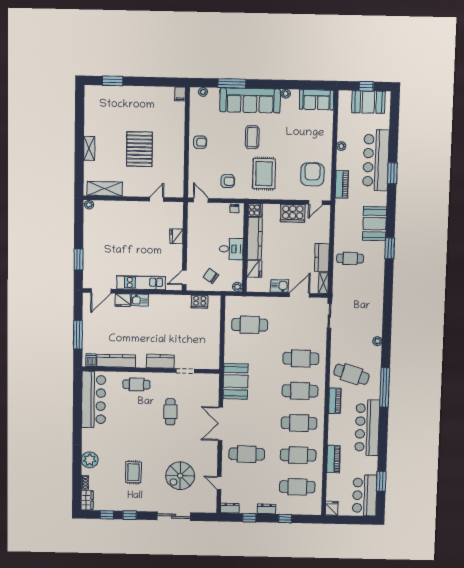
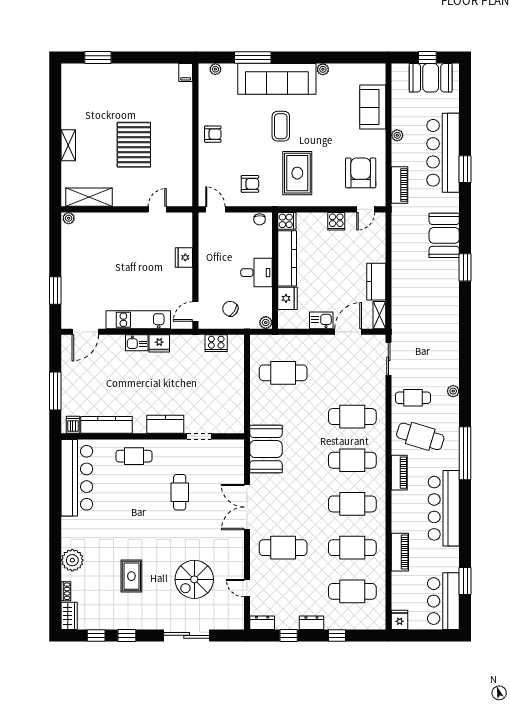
sofa: (317, 100) -> (373, 107), moved, turned 90
cooker: (293, 213) -> (336, 221), width x0.53, depth x0.76
cafe table: (350, 258) -> (413, 398), moved
fridge: (123, 300) -> (159, 343), moved

